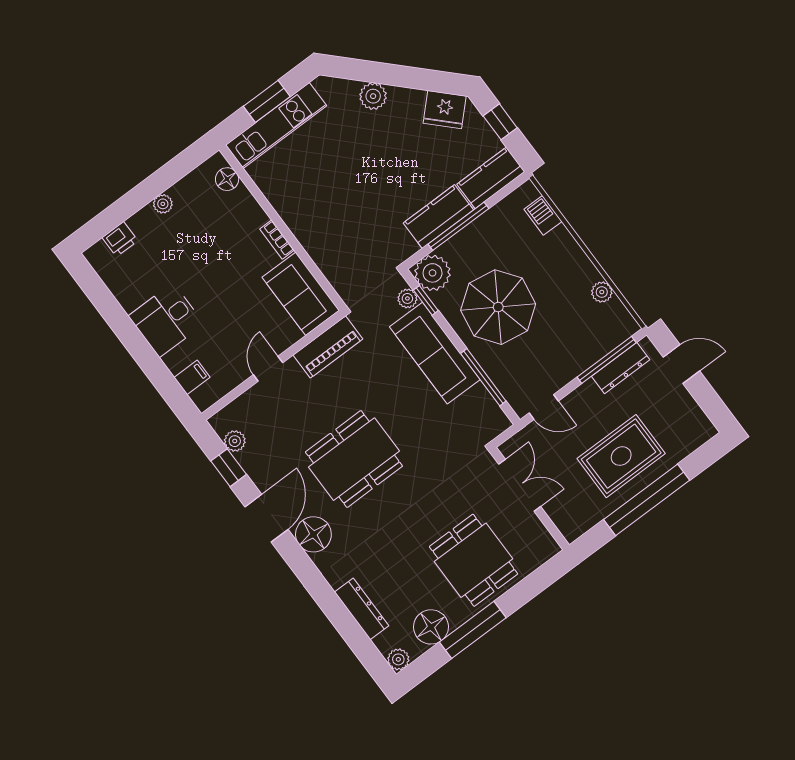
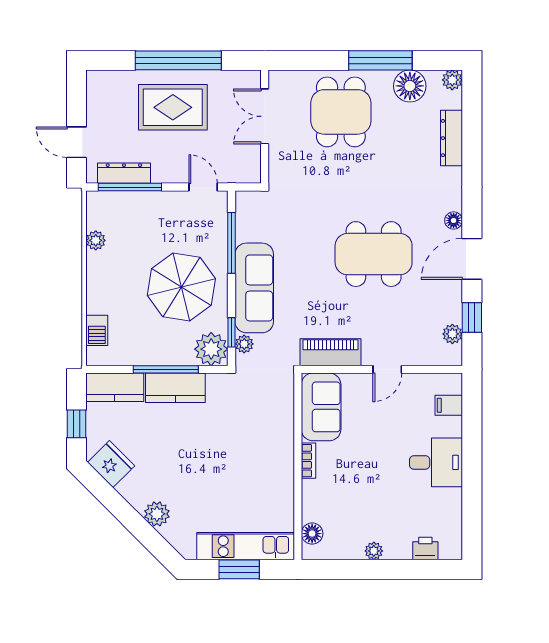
double door: (520, 485) -> (265, 116), moved
floor lamp: (313, 534) -> (454, 221), width x0.53, depth x0.53

